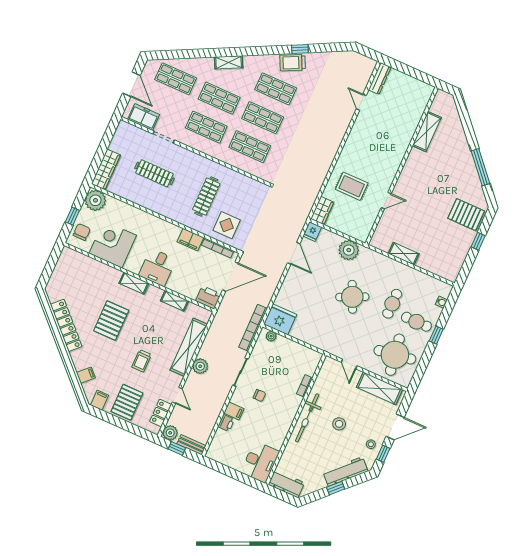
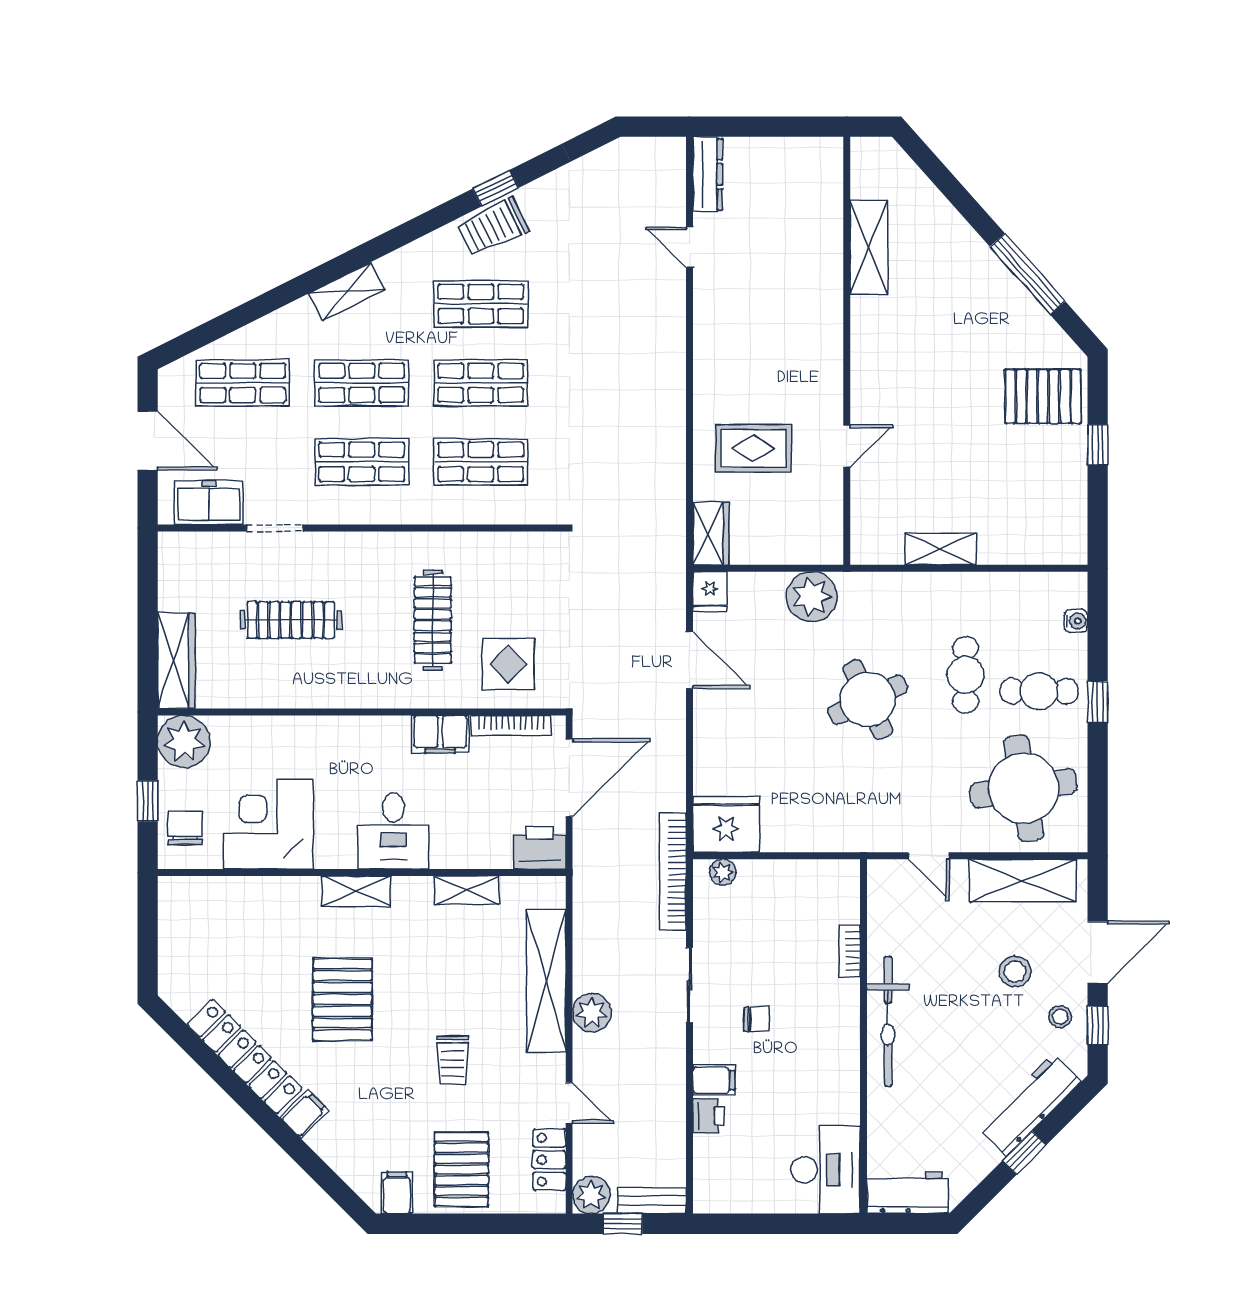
filing cabinet: (86, 375) -> (304, 1114), moved
stool: (339, 424) -> (1015, 971), moved

